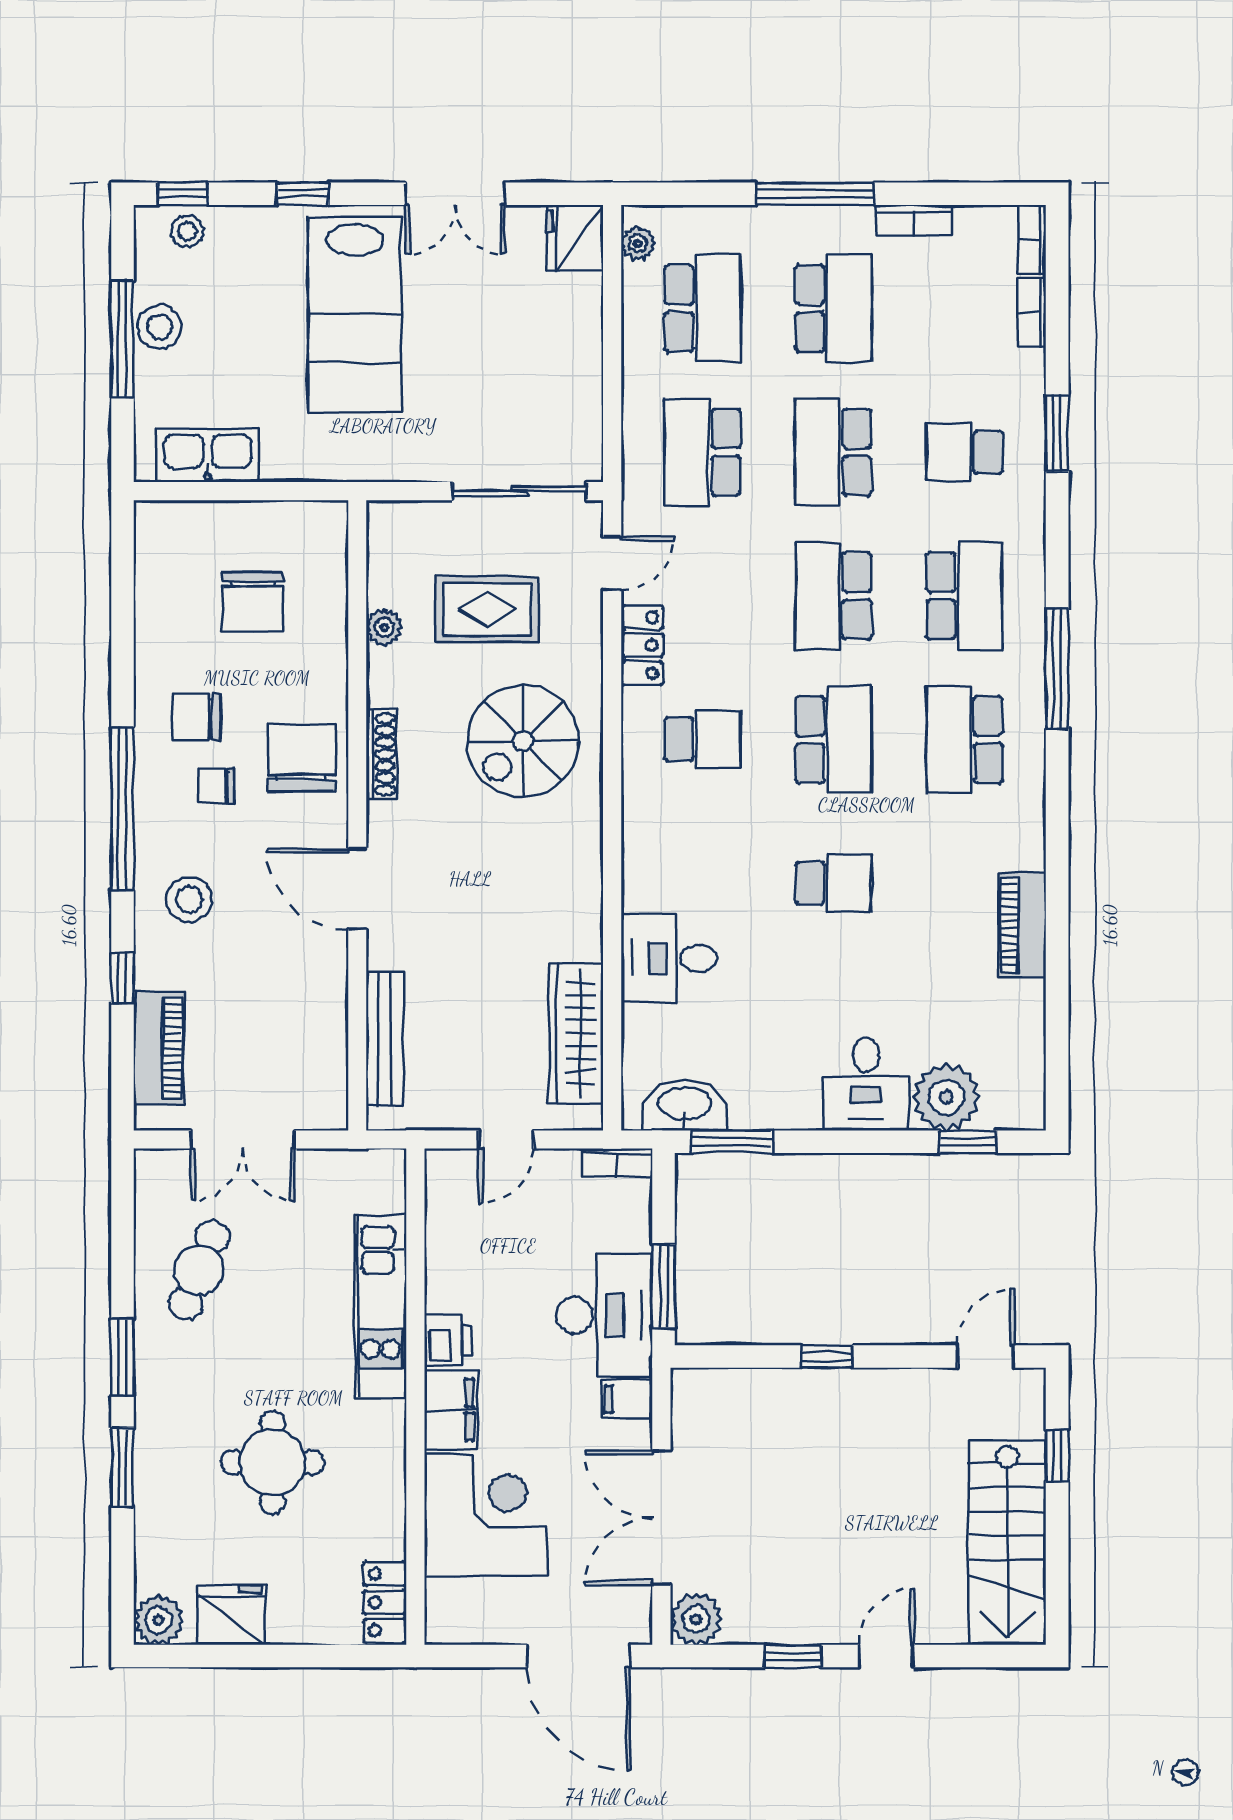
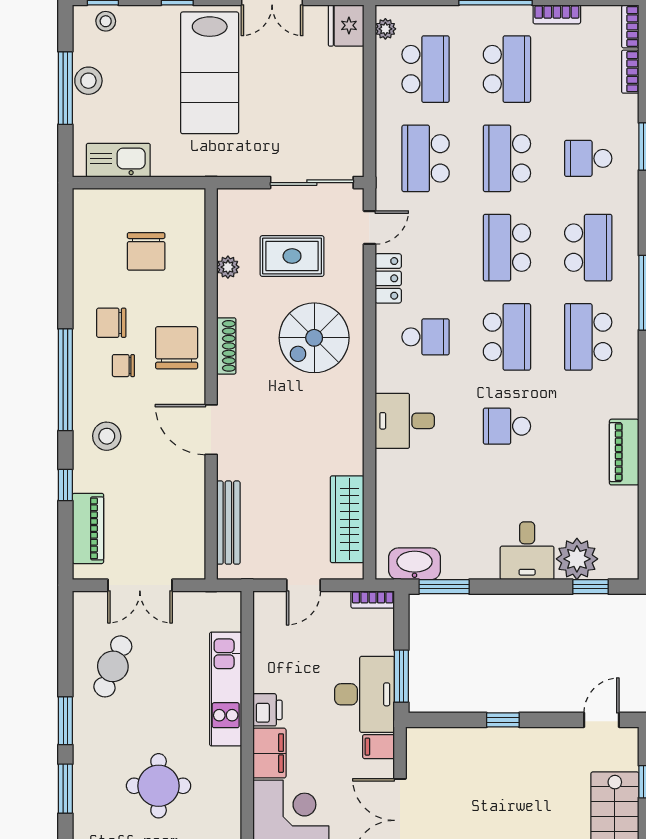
school desk: (833, 883) -> (507, 426), turned 180
desk: (669, 958) -> (405, 421), moved

